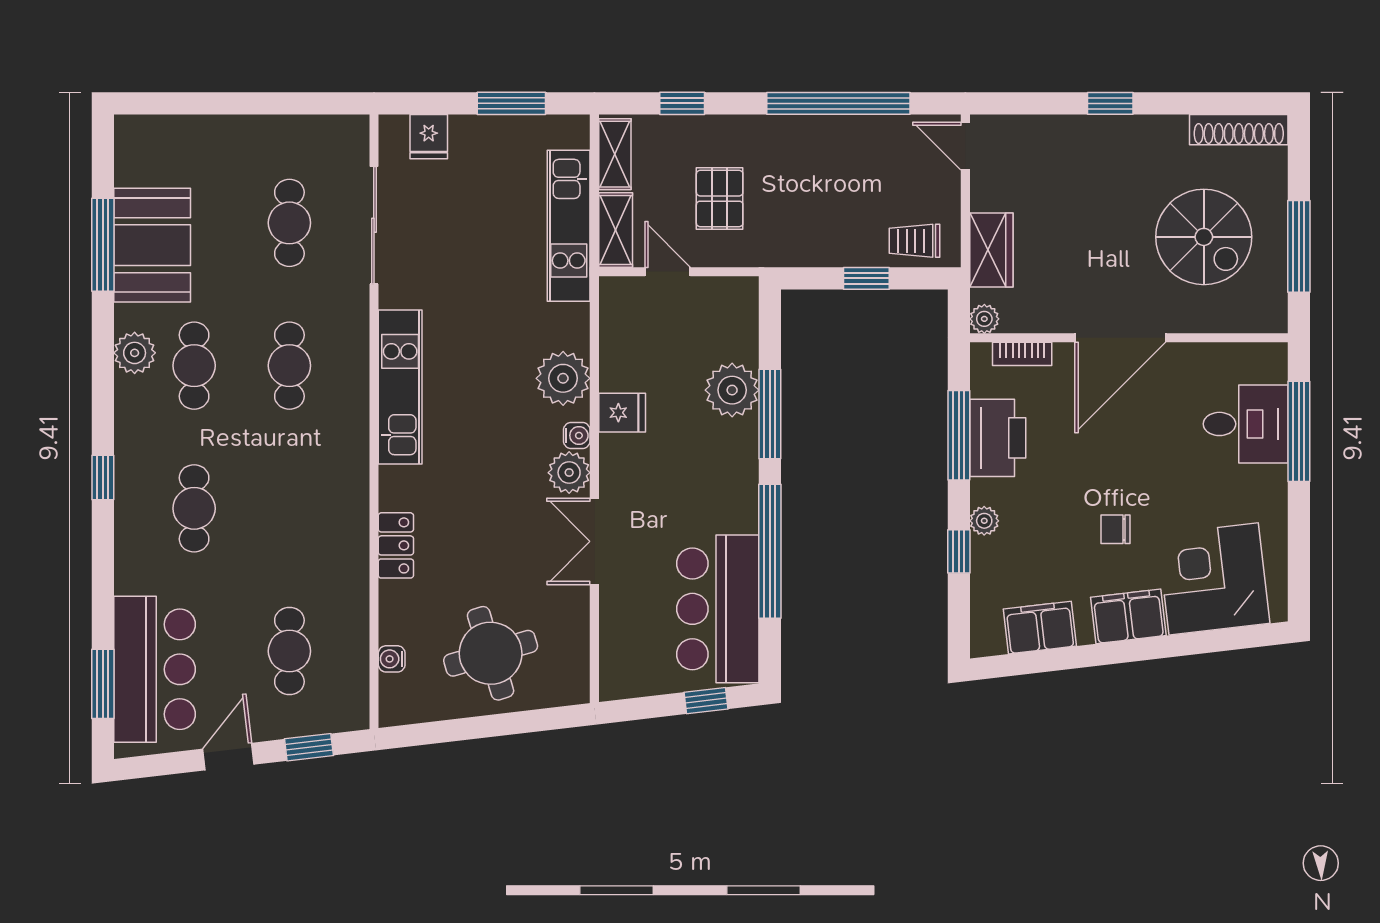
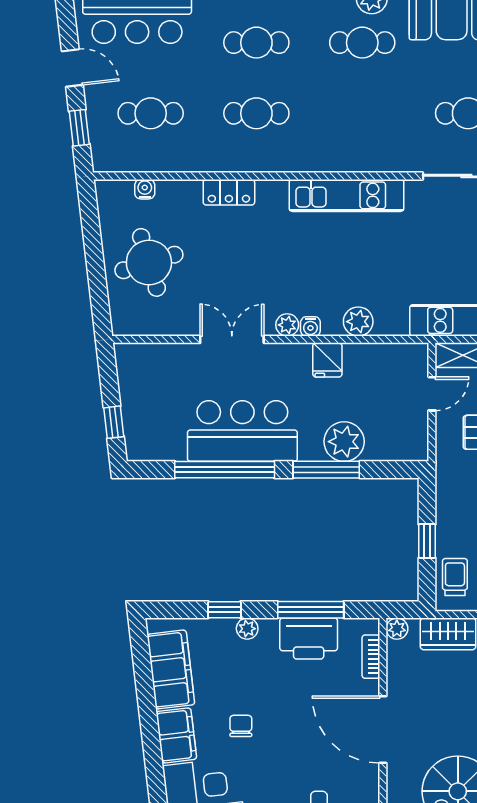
cafe table: (289, 366) -> (256, 113), moved
plant: (563, 378) -> (358, 322), width x0.73, depth x0.73
plant: (569, 473) -> (287, 325), width x0.73, depth x0.73
bar counter: (718, 609) -> (242, 431), moved
filing cabinet: (1040, 628) -> (171, 669), width x1.50, depth x1.17

